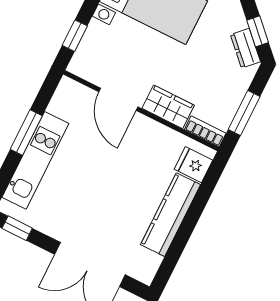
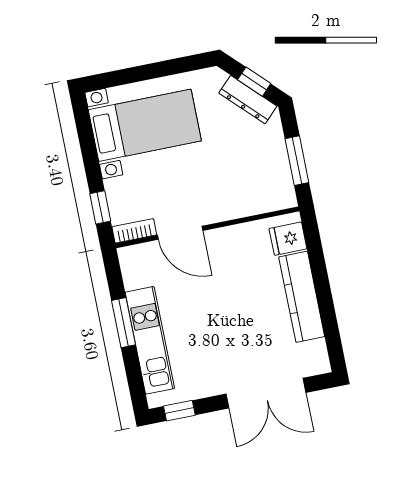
dresser: (245, 48) -> (248, 100), width x1.44
wardrobe: (168, 107) -> (228, 206), removed
bookcase: (205, 131) -> (134, 231), moved

